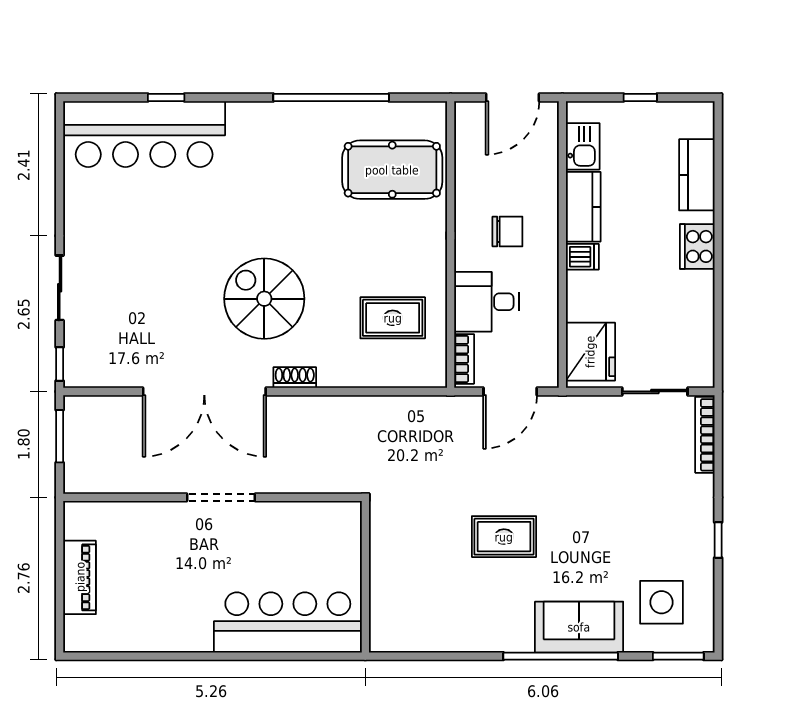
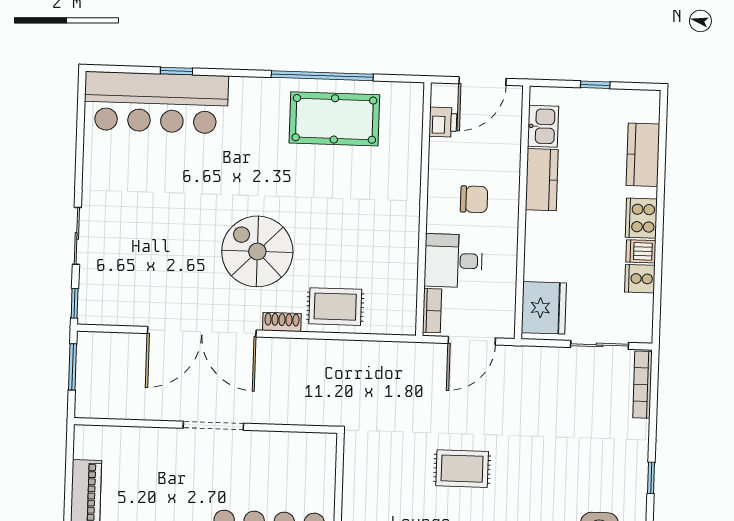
printer: (469, 145) -> (443, 122), added
pool table: (392, 170) -> (334, 119), moved
dishwasher: (582, 257) -> (641, 251), moved, turned 180
cooker: (698, 315) -> (640, 279), added
rug: (393, 318) -> (335, 307), moved

